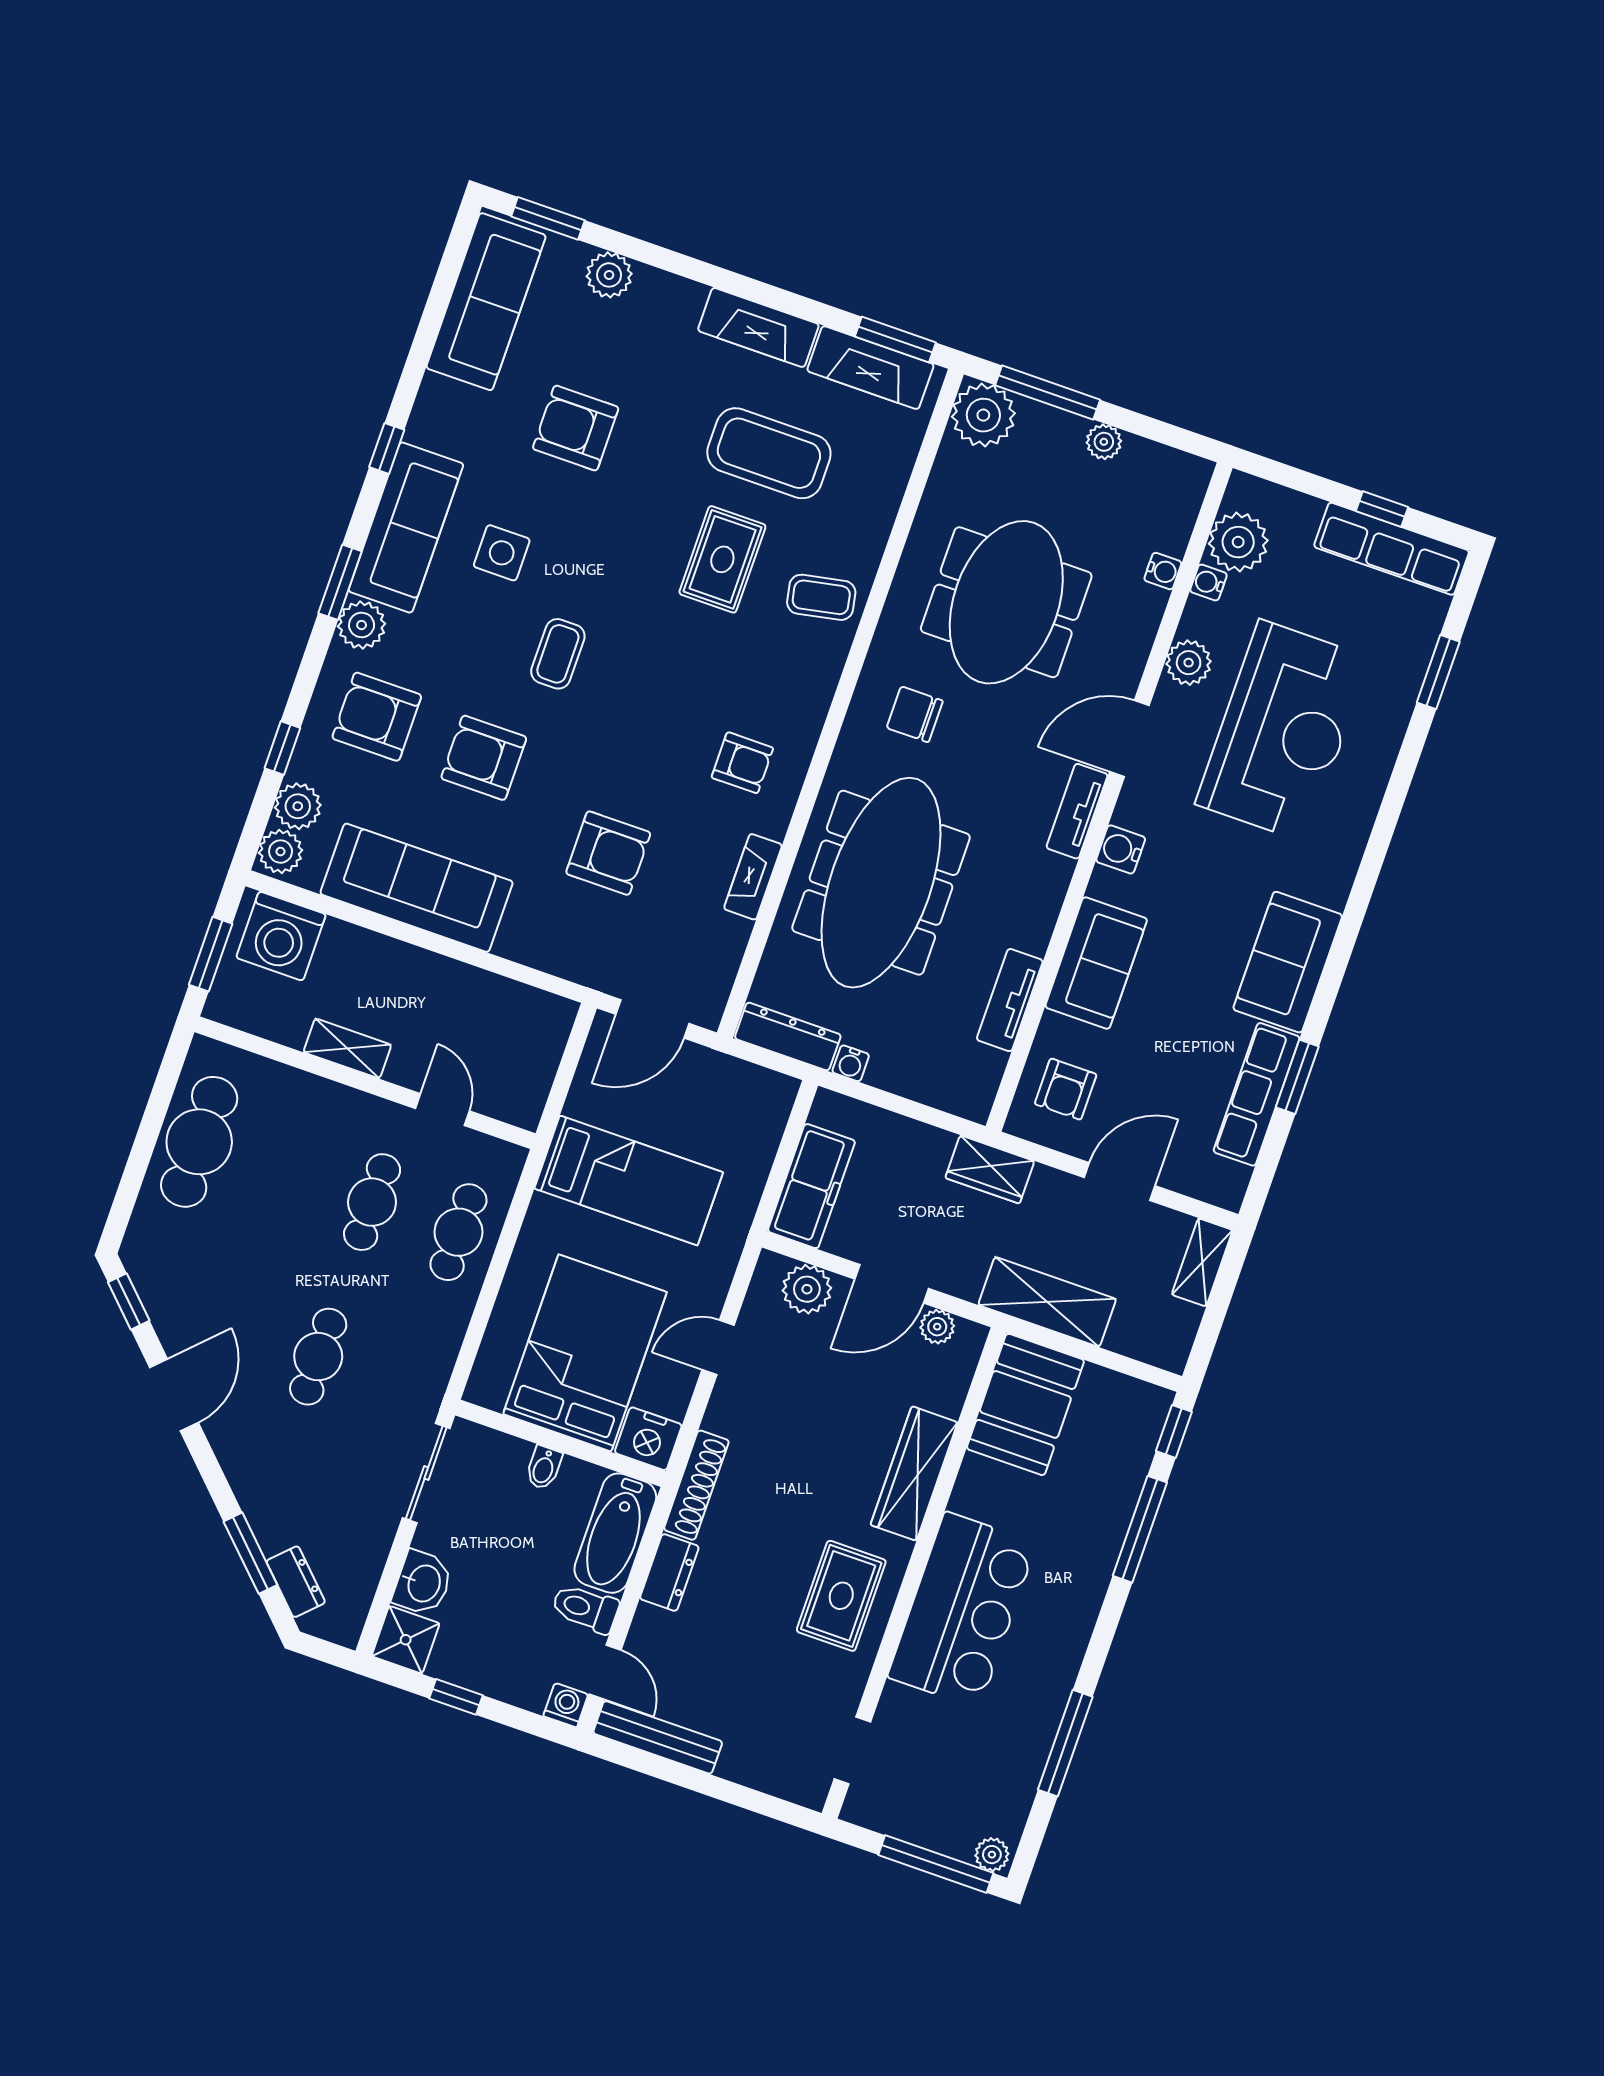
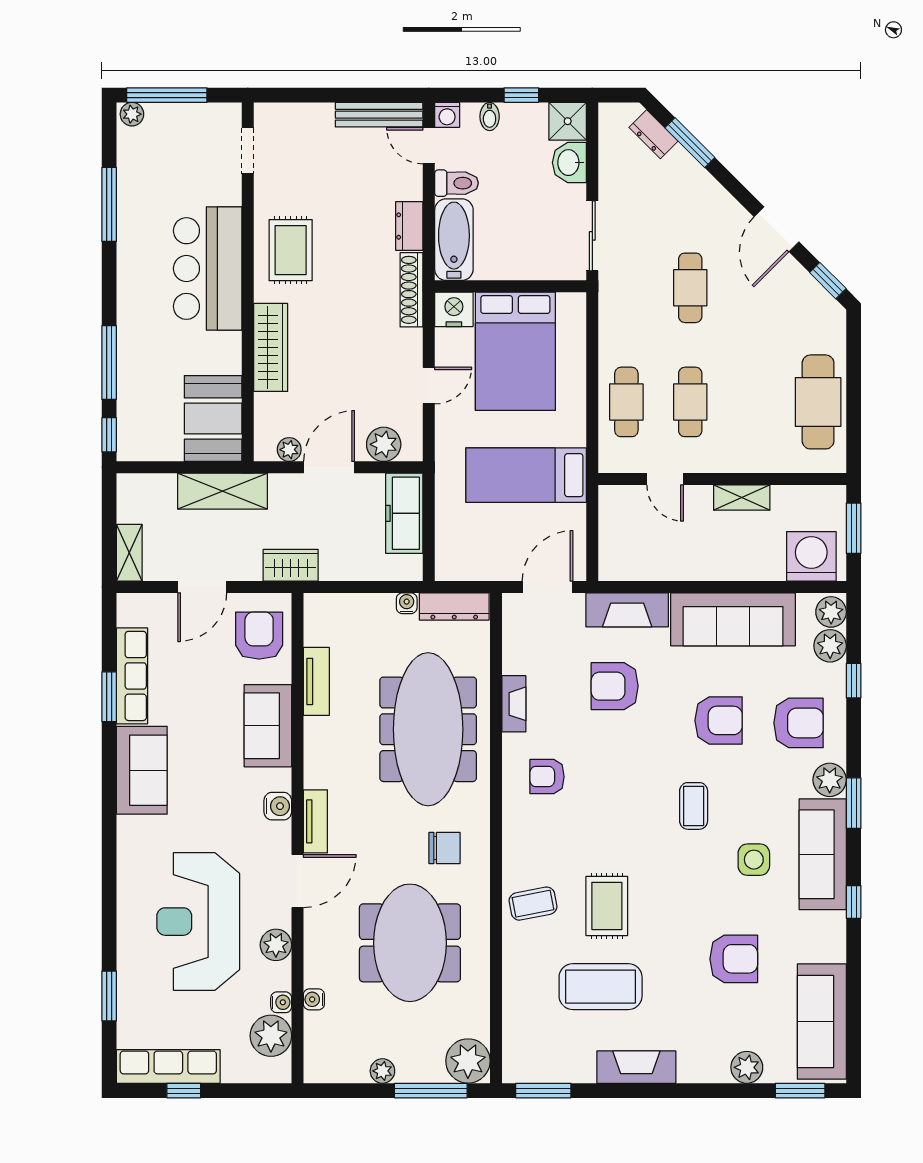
fireplace: (870, 368) -> (627, 610), moved, turned 180
armchair: (1066, 1089) -> (259, 636), width x1.38, depth x1.38
bidet: (544, 1468) -> (490, 117), moved, turned 180

